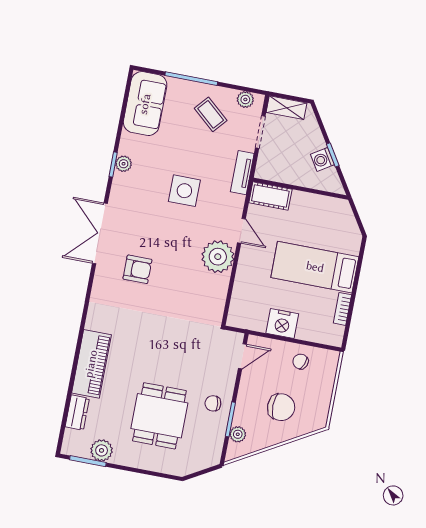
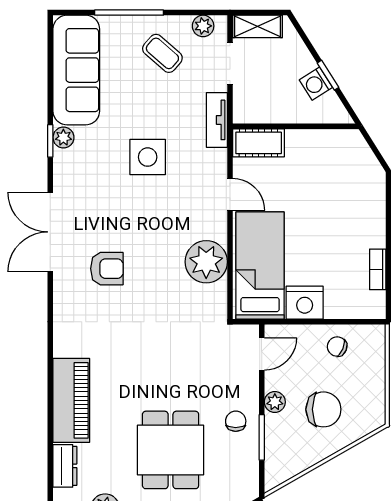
sofa: (145, 104) -> (76, 70), width x1.36
plant: (218, 257) -> (206, 262), moved
bed: (315, 267) -> (260, 266), moved, turned 90
chair: (213, 403) -> (236, 421), turned 96
plant: (238, 434) -> (275, 402), moved

